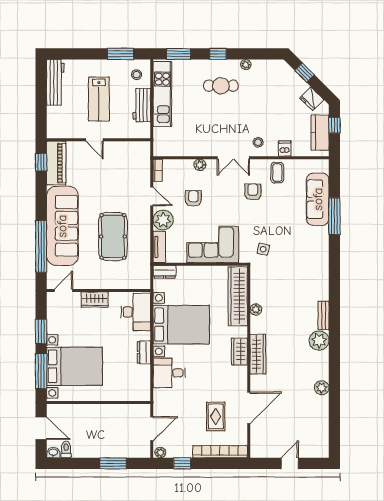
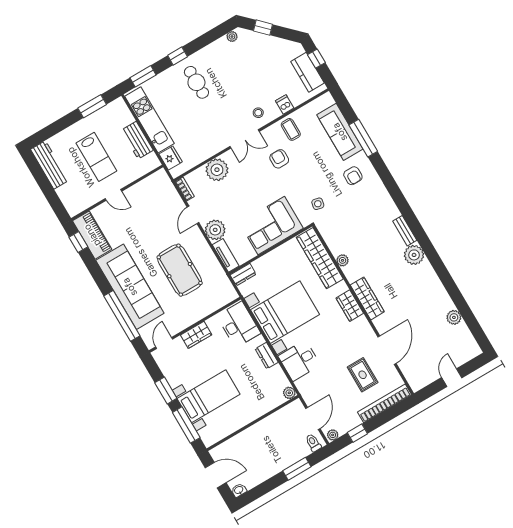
plant: (246, 65) -> (232, 37), moved
stool: (137, 75) -> (117, 116), removed
cafe table: (221, 86) -> (196, 82), turned 90
fridge: (312, 99) -> (171, 158), moved, turned -135
plant: (200, 165) -> (217, 170), width x1.88, depth x1.88
door: (152, 196) -> (193, 215), swing flipped
armchair: (193, 198) -> (353, 176), moved, turned 180
bed with nightstands: (74, 366) -> (209, 396), width x0.73
plant: (322, 388) -> (454, 317), moved
plant: (145, 395) -> (289, 393), added
toilet: (66, 449) -> (313, 443), moved

